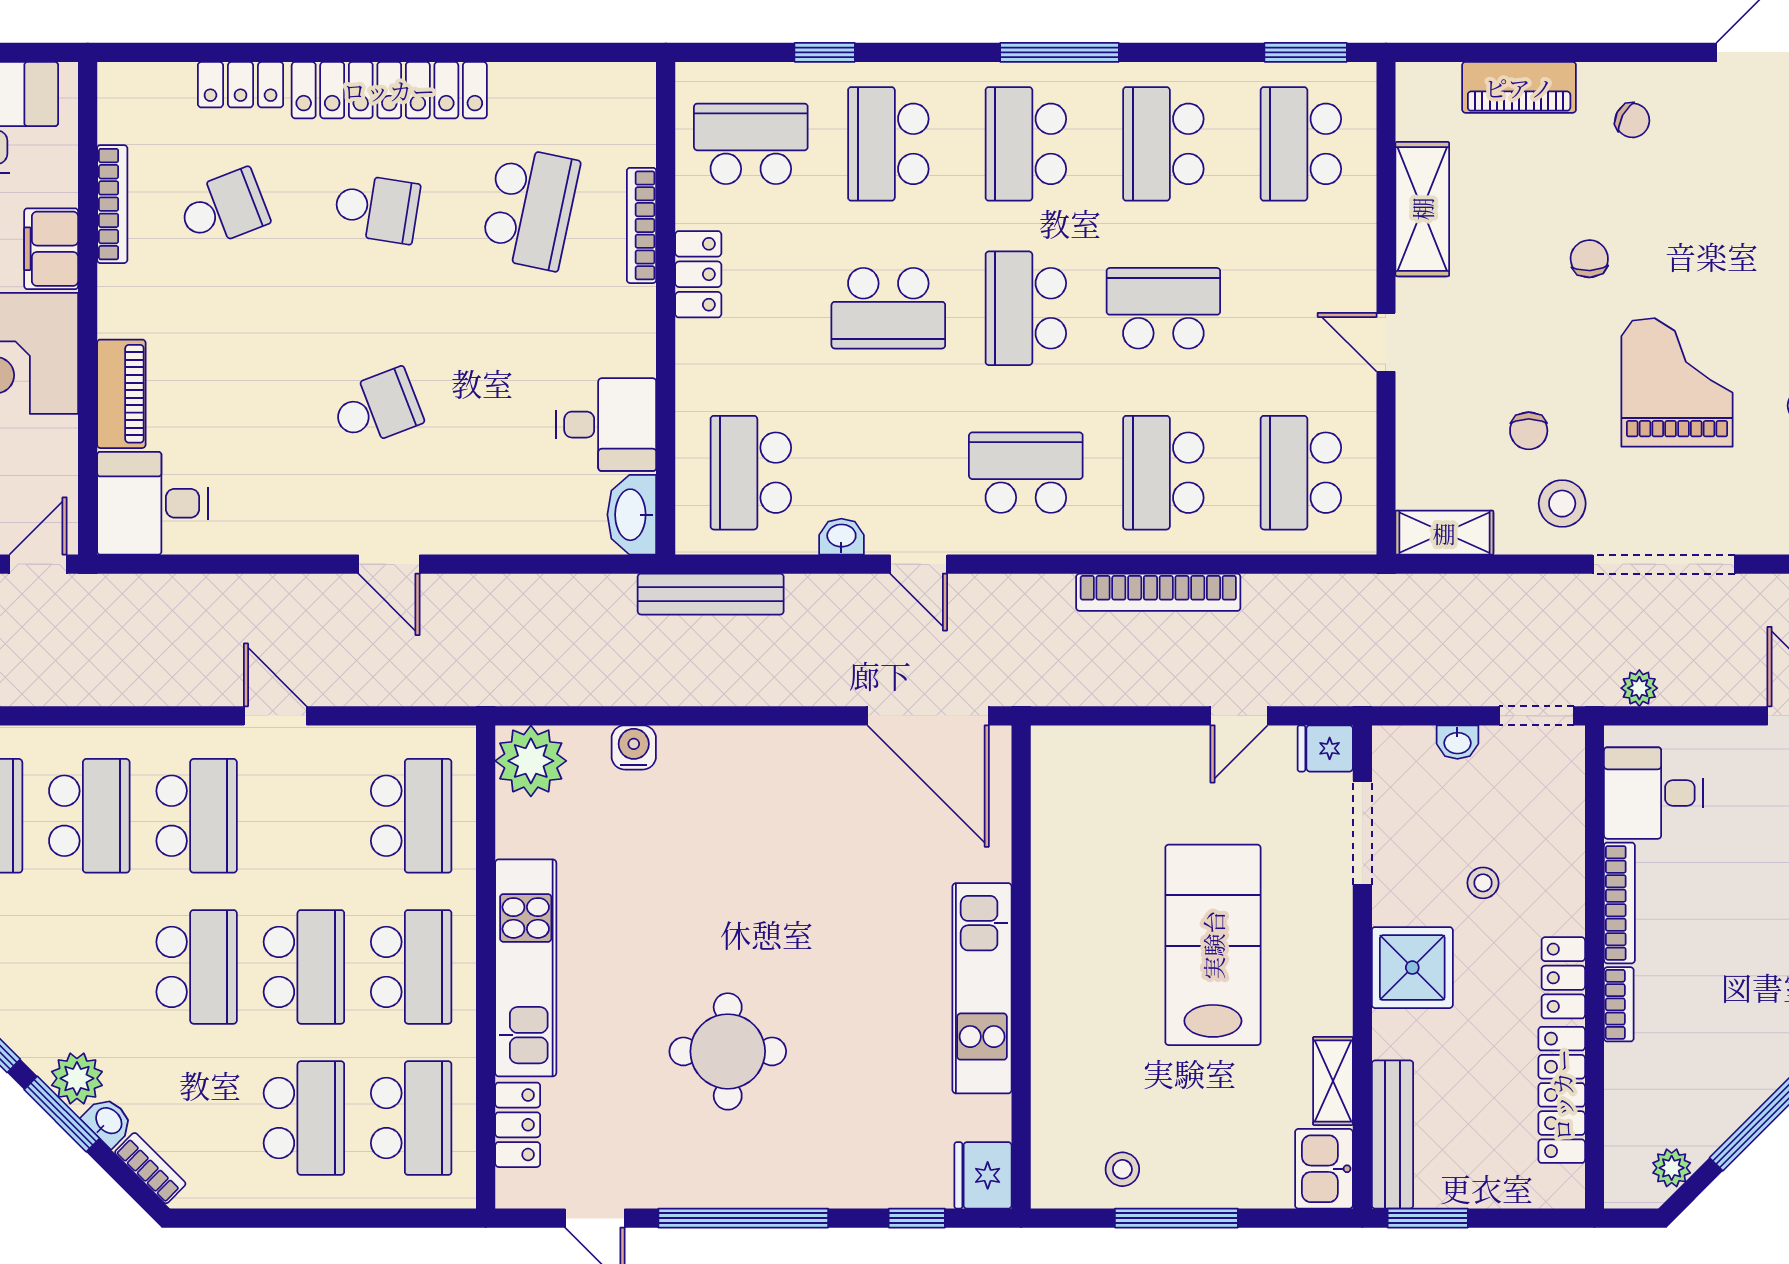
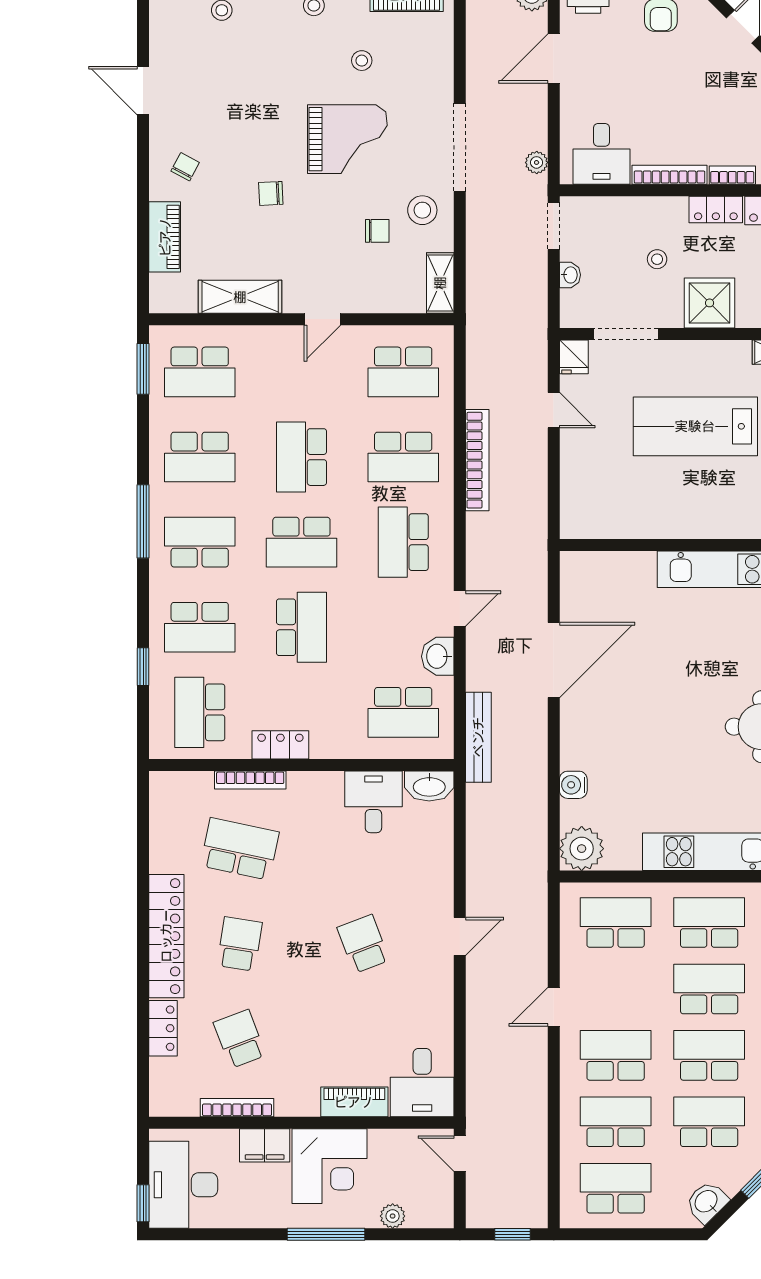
school desk: (1026, 144) -> (200, 542), turned 180
grand piano: (1677, 382) -> (347, 139), turned 180
washbasin: (841, 537) -> (438, 656), width x1.38, depth x1.45
door: (928, 716) -> (554, 660), moved
school desk: (89, 967) -> (709, 1122), added

